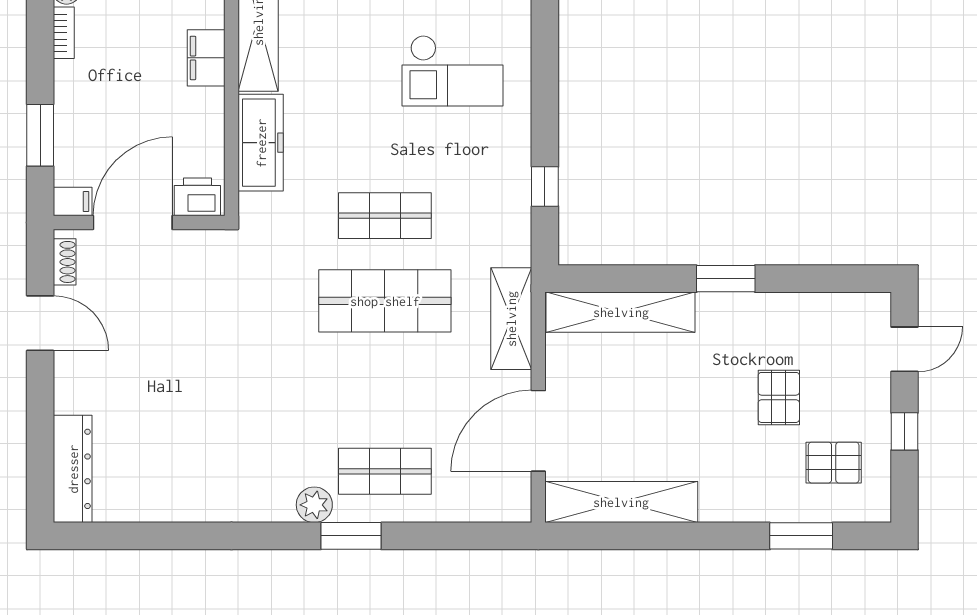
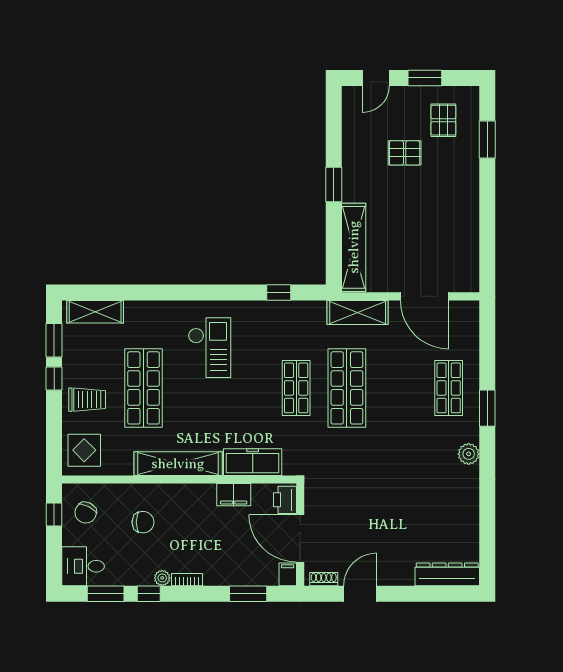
filing cabinet: (206, 58) -> (234, 495), moved
door: (905, 349) -> (376, 78), swing flipped
window: (905, 431) -> (425, 78), width x1.50
shelving: (621, 502) -> (467, 247), removed
plant: (314, 505) -> (469, 454), moved

